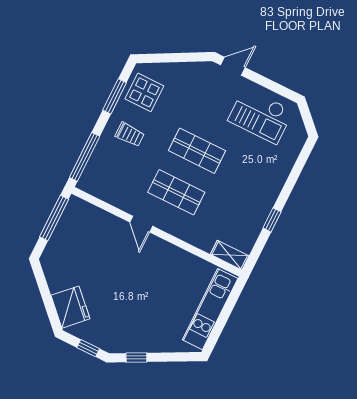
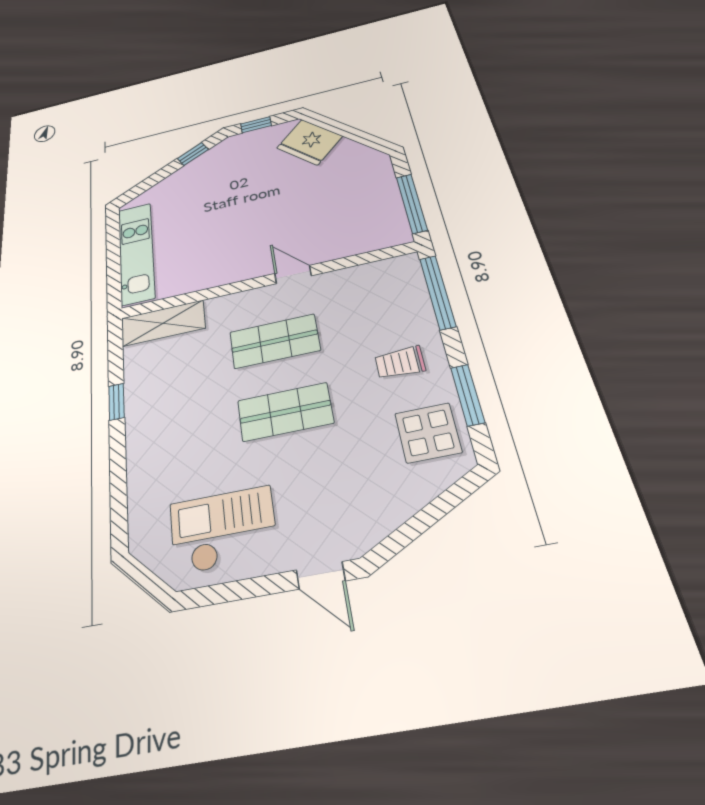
door: (233, 66) -> (321, 575), hinge flipped
shelving: (230, 255) -> (163, 323), width x1.50, depth x1.33

